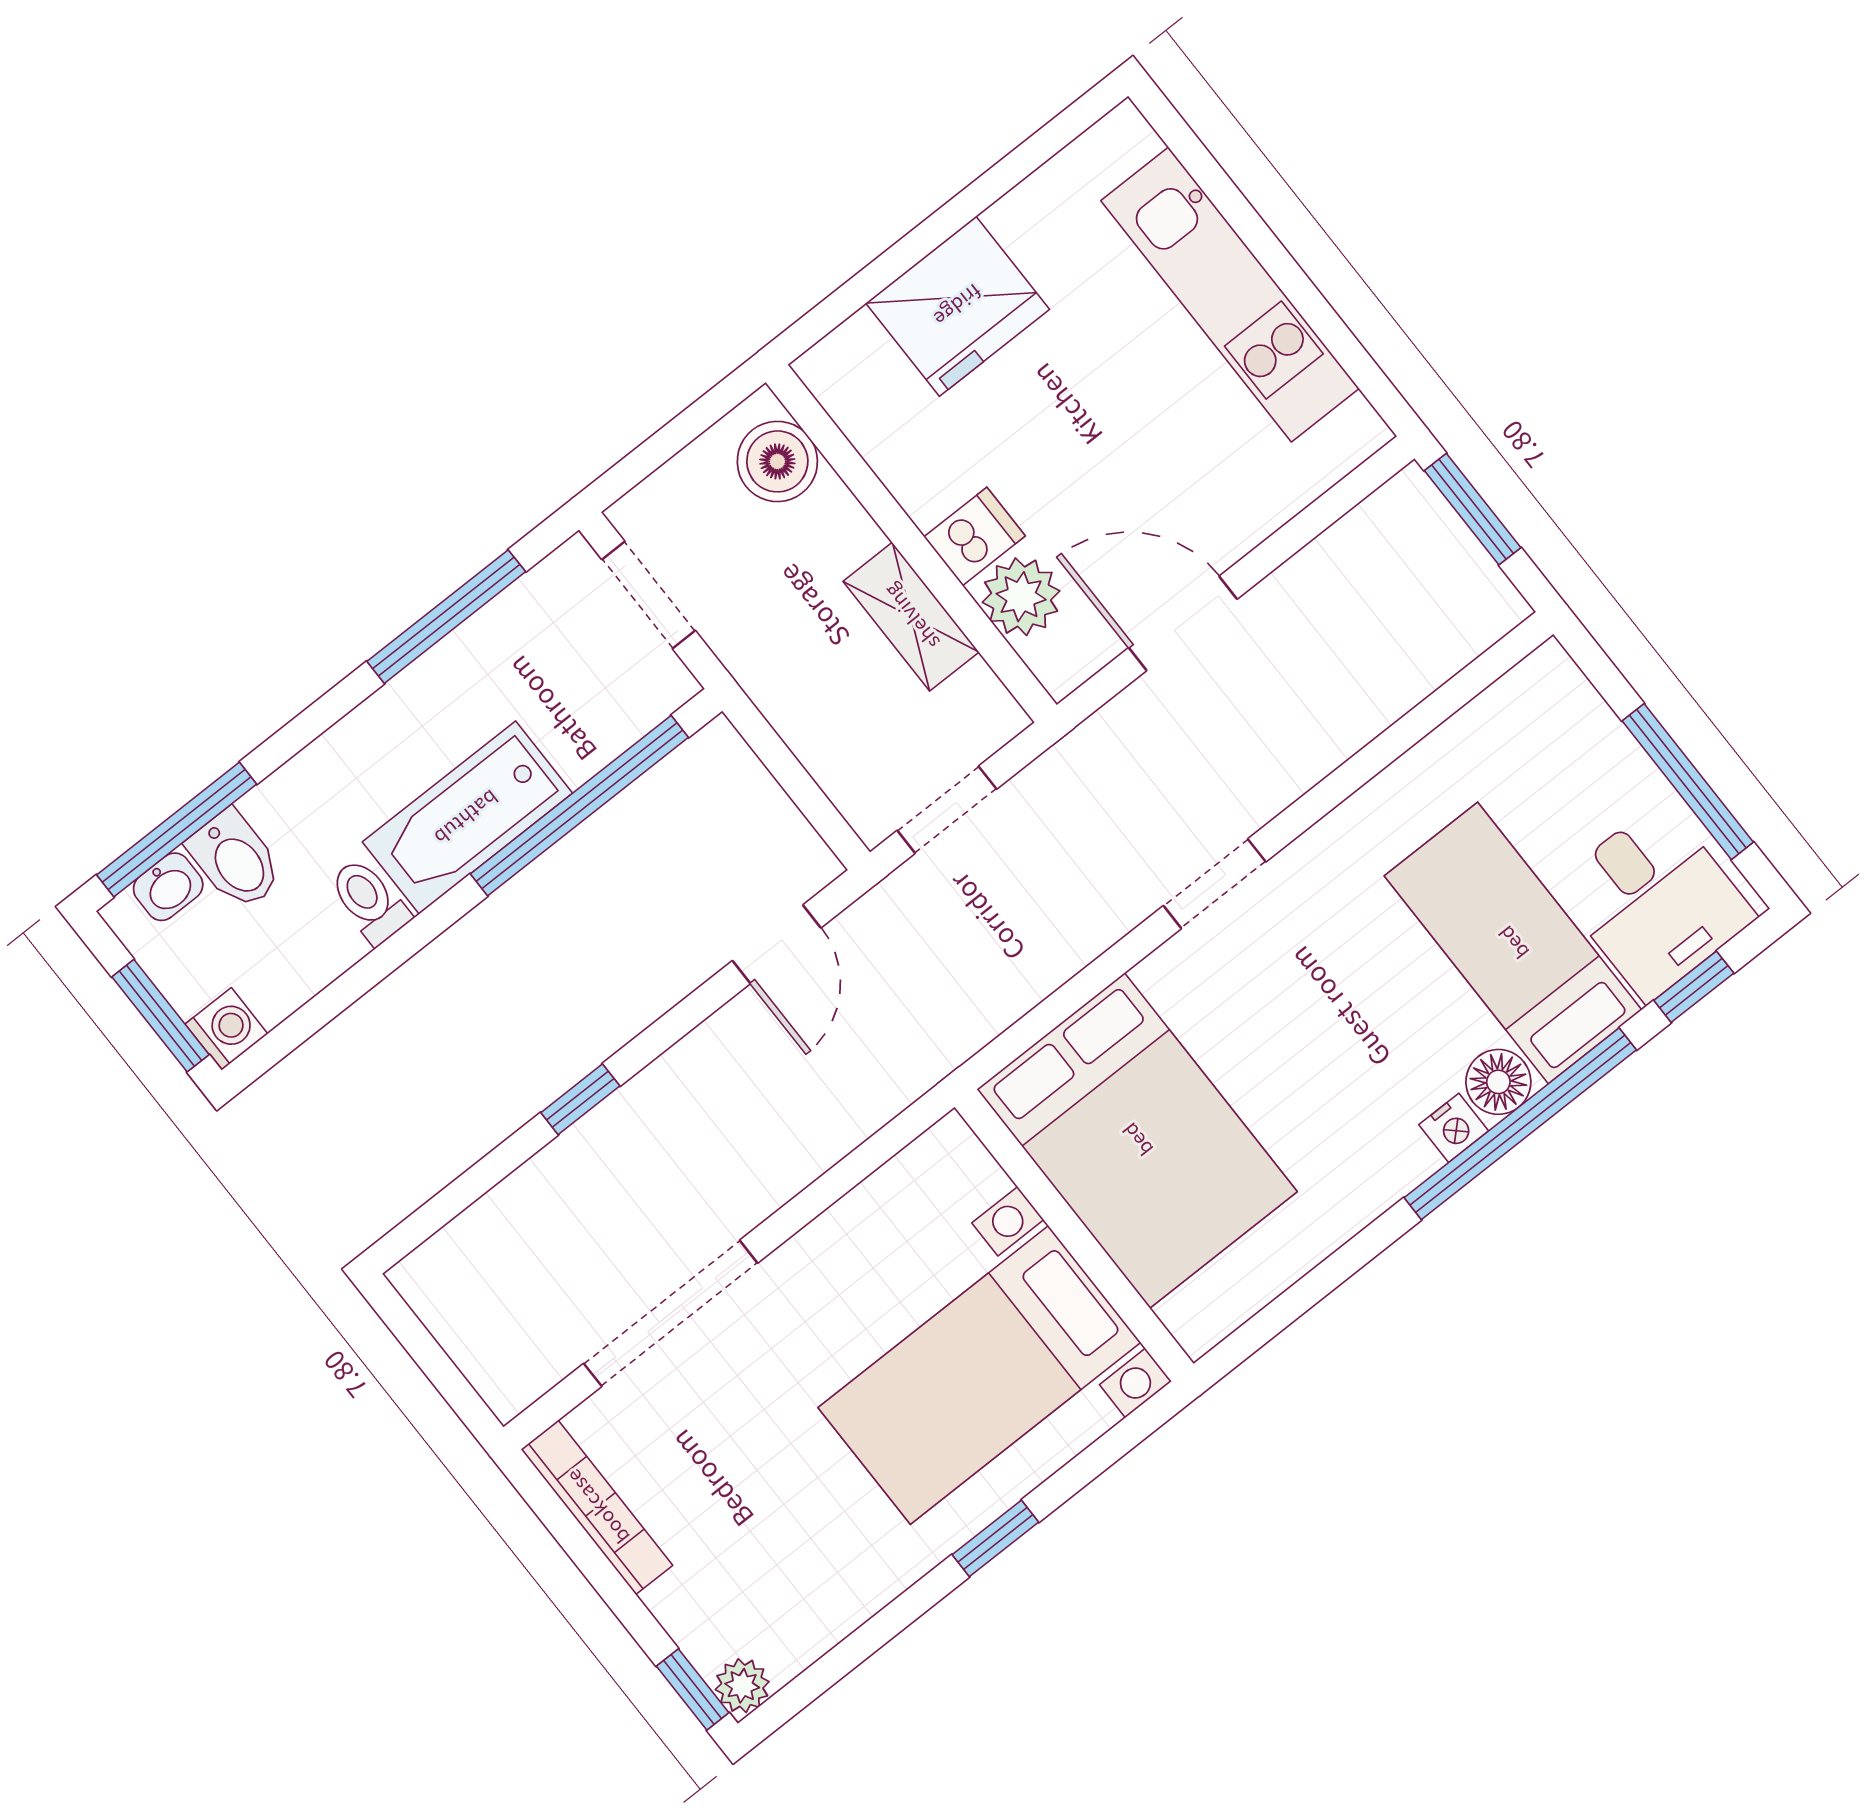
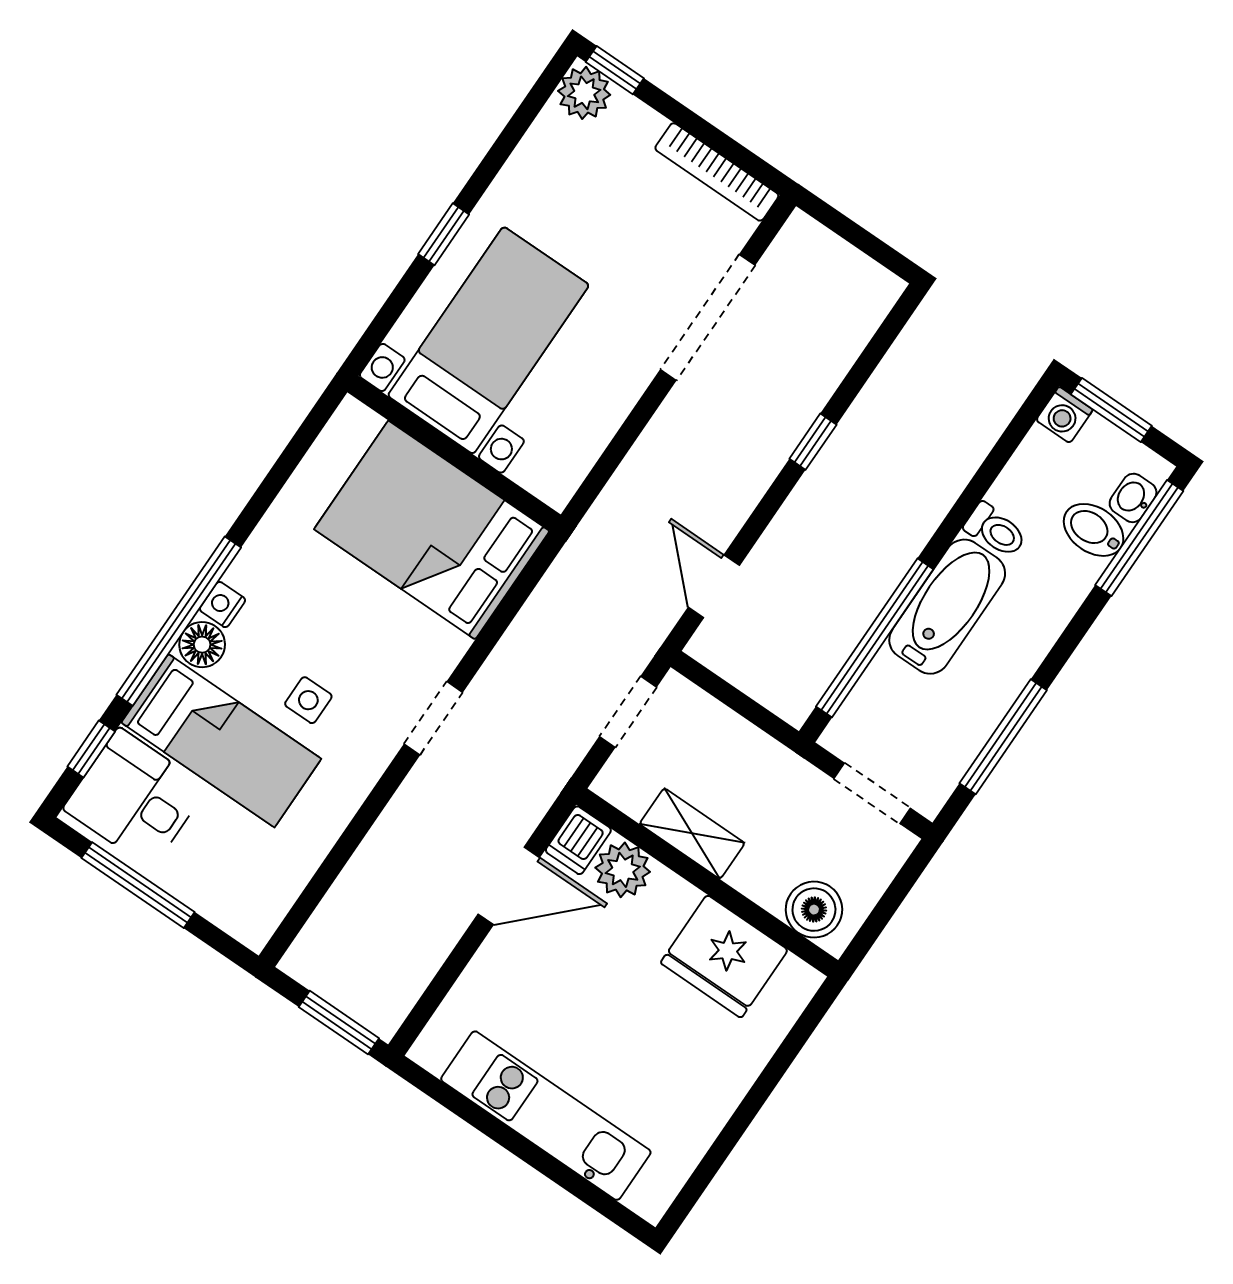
fridge: (958, 306) -> (724, 956), moved, turned -90
dishwasher: (975, 536) -> (578, 840), moved
side table: (1377, 961) -> (308, 700), added
plant: (742, 1686) -> (584, 93), width x1.38, depth x1.38

